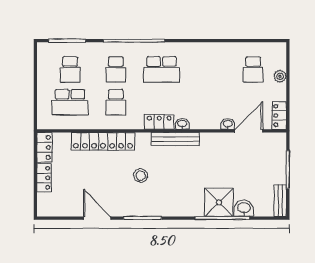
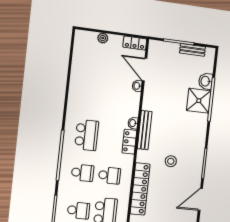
school desk: (253, 69) -> (95, 59), removed
bench: (280, 201) -> (192, 50), moved

